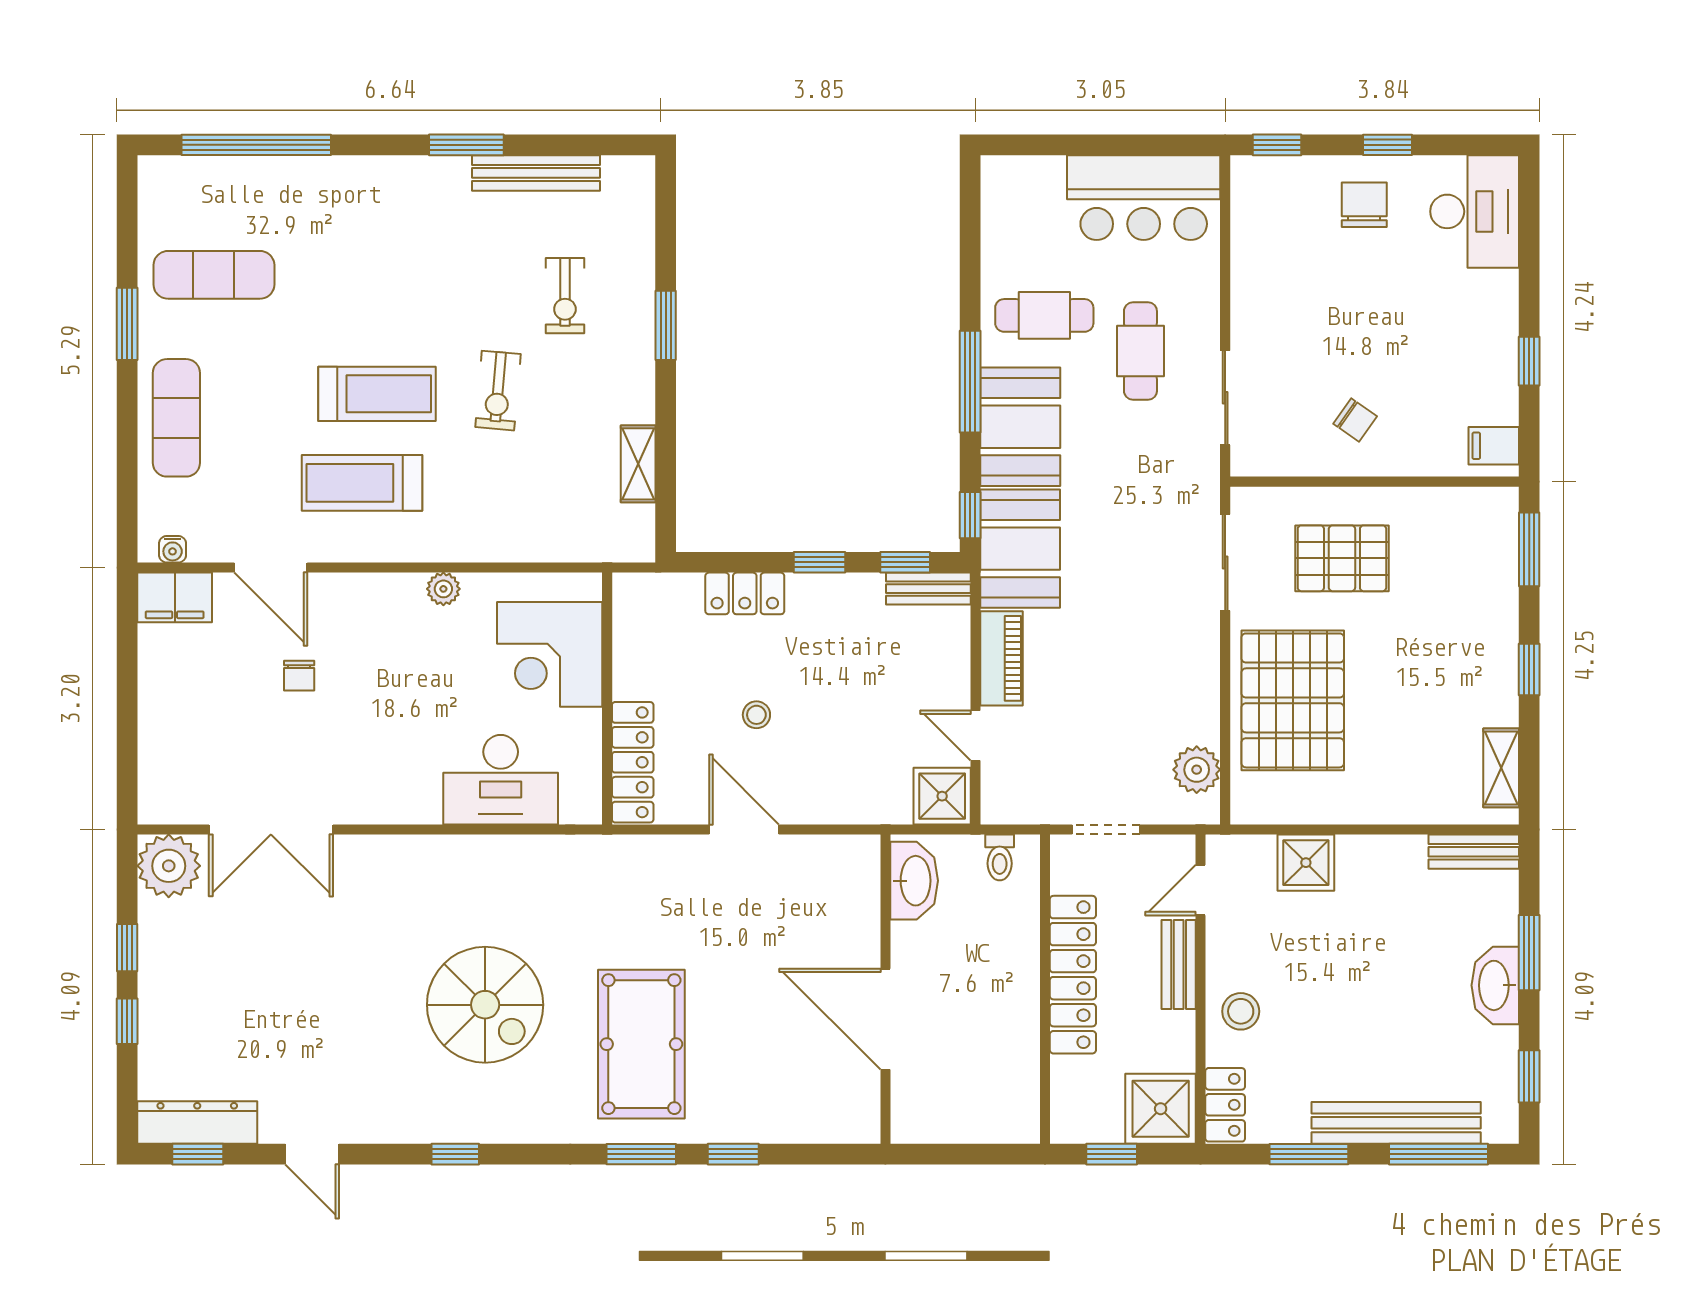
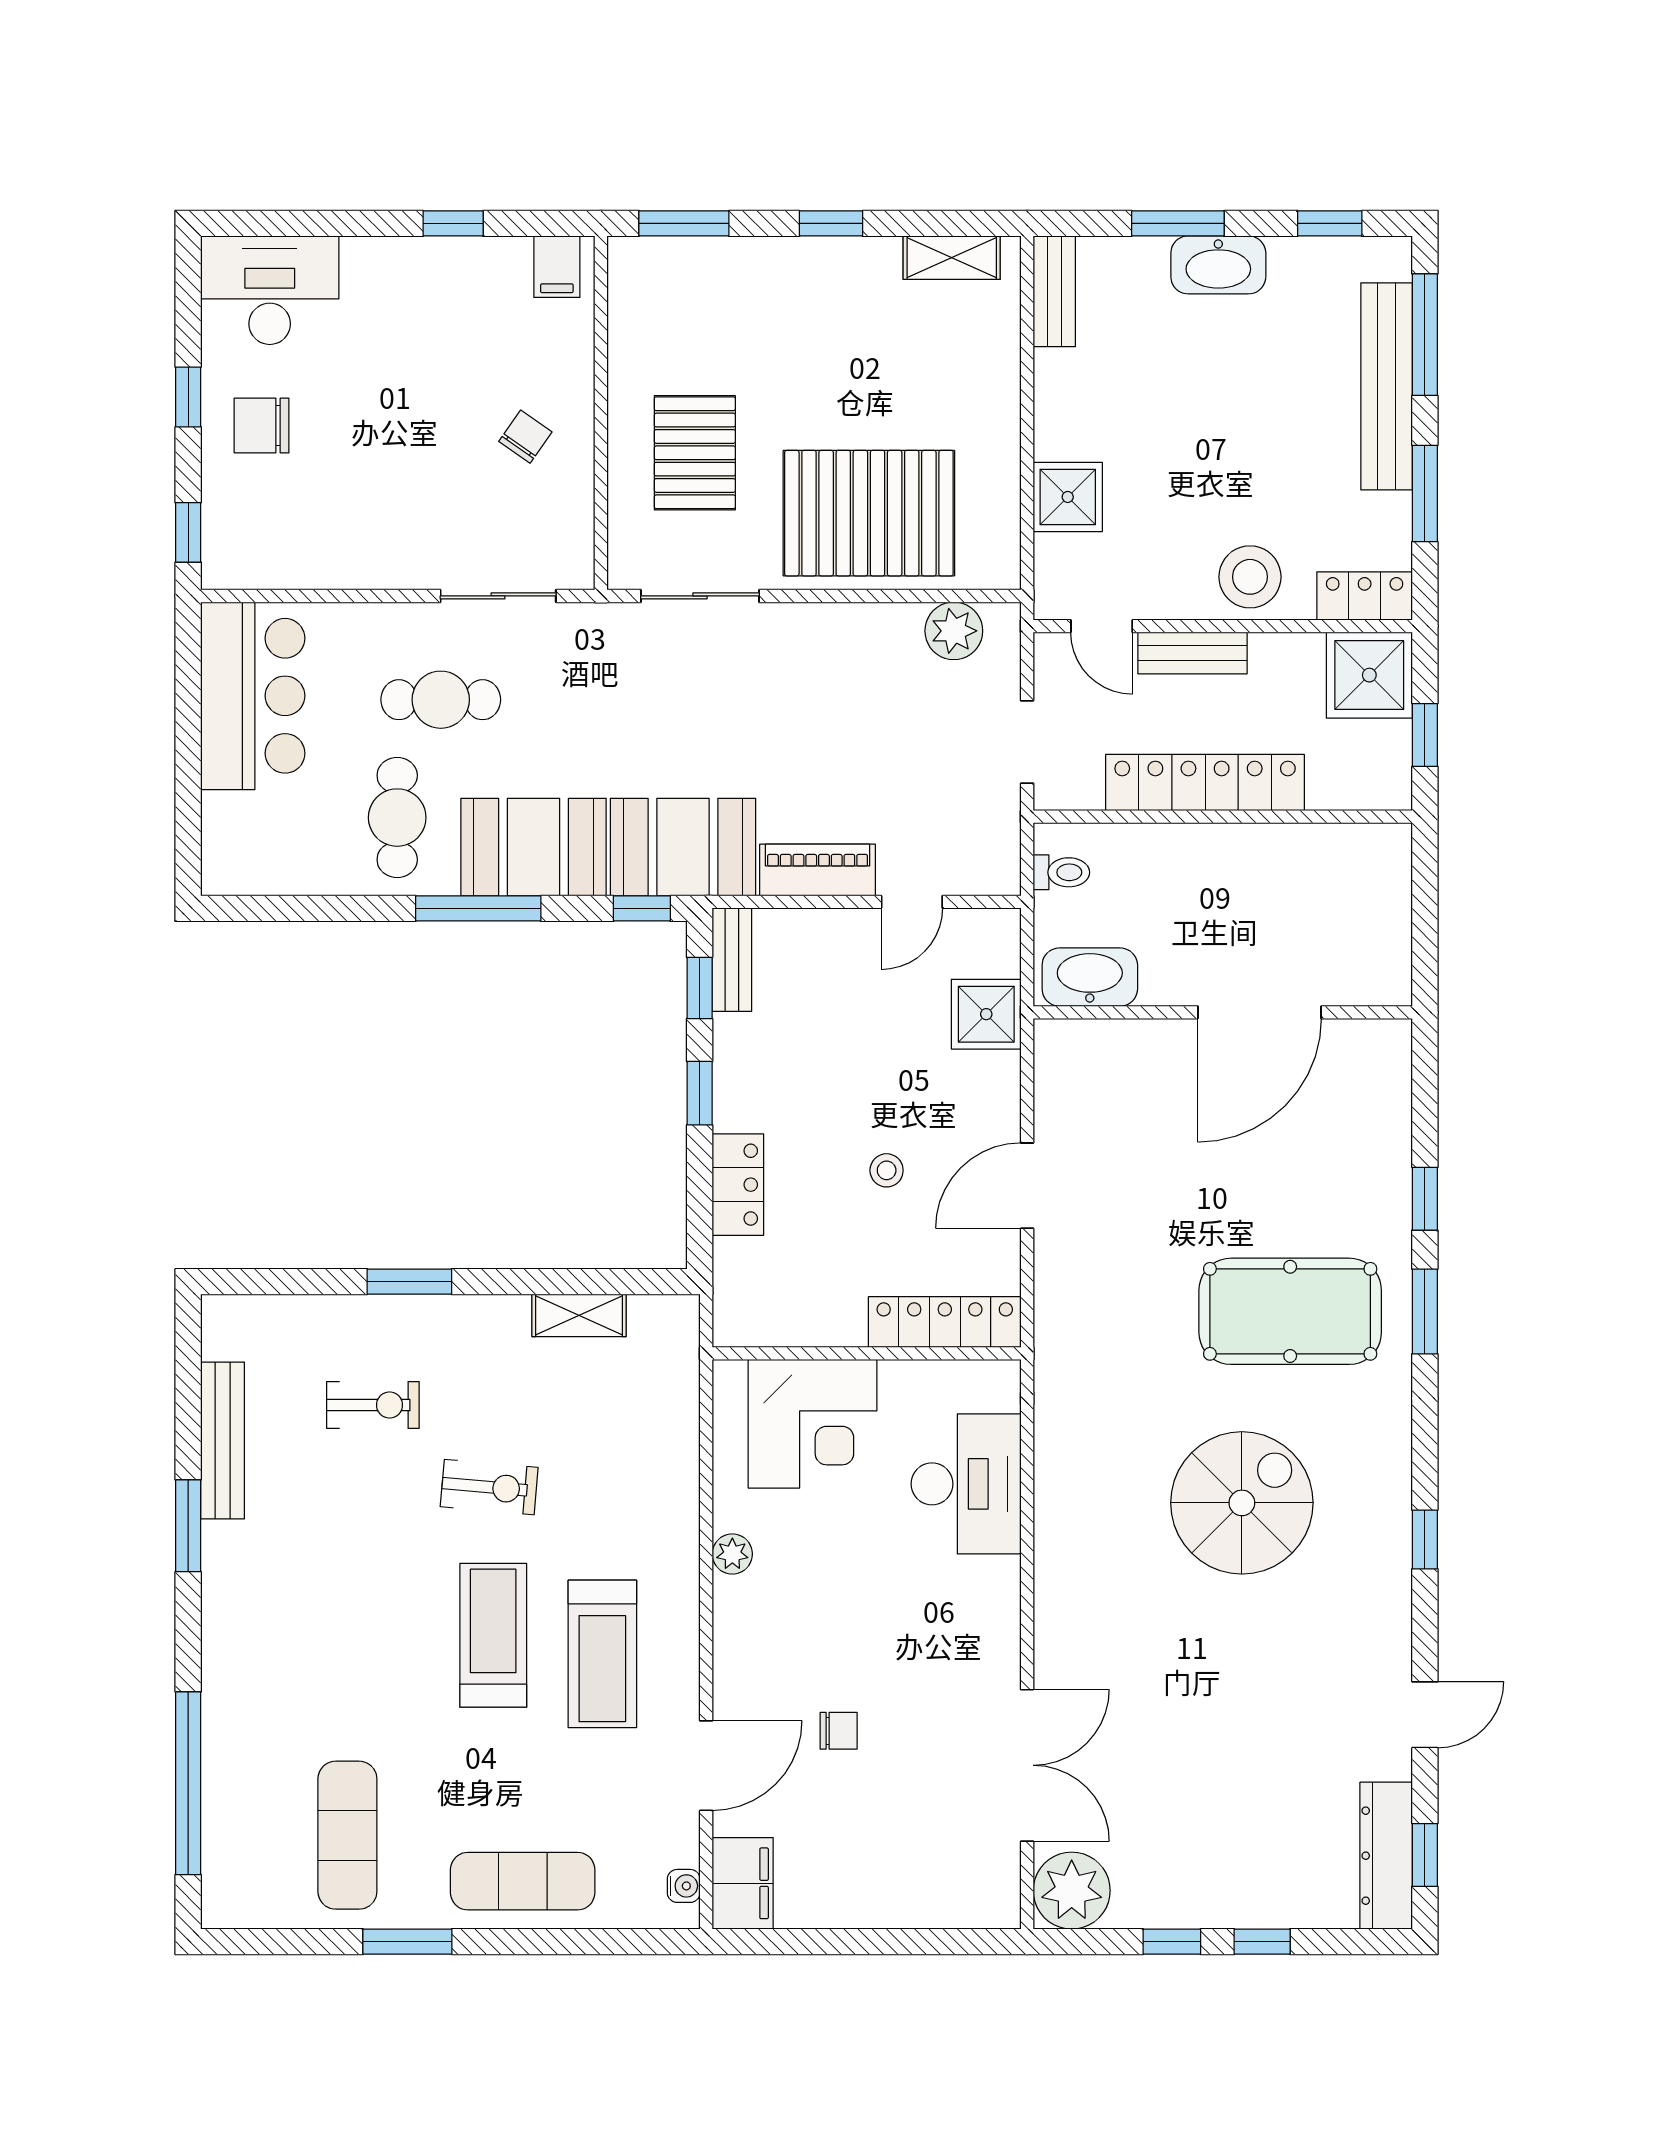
shower: (942, 796) -> (986, 1014), moved
stool: (1241, 1011) -> (1250, 577), width x1.38, depth x1.38

